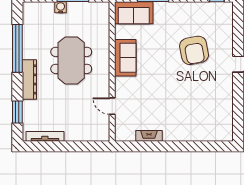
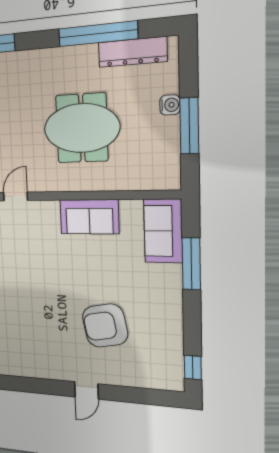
dresser: (29, 79) -> (133, 52), moved

